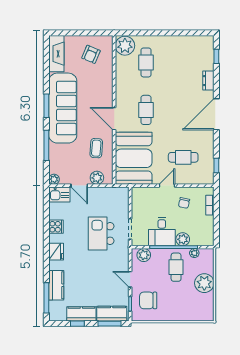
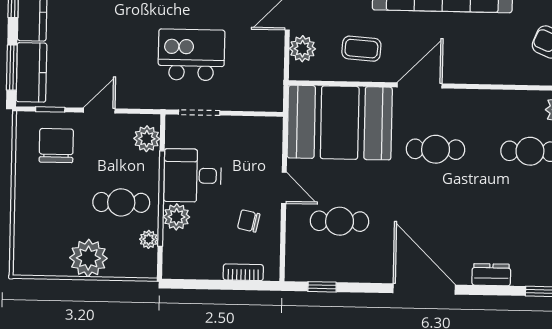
cafe table: (183, 157) -> (340, 221), turned 90

